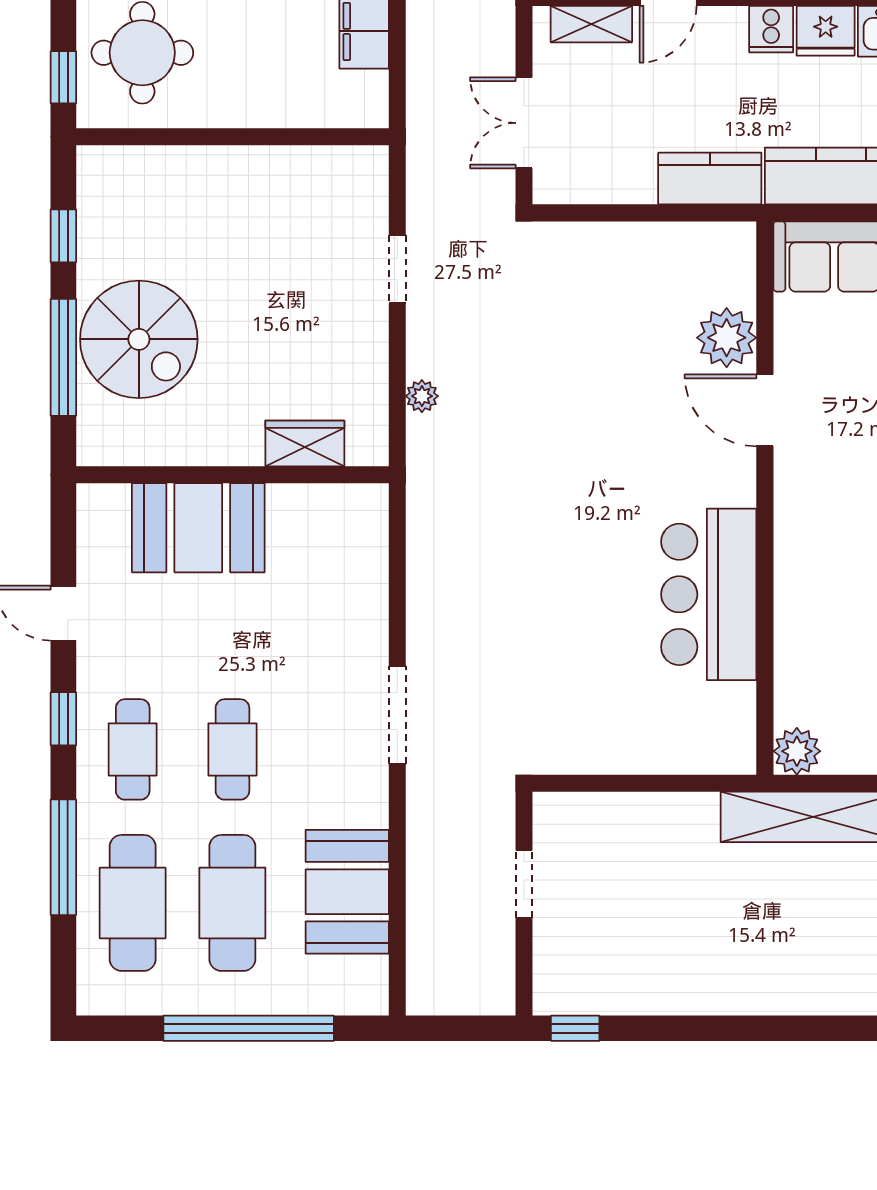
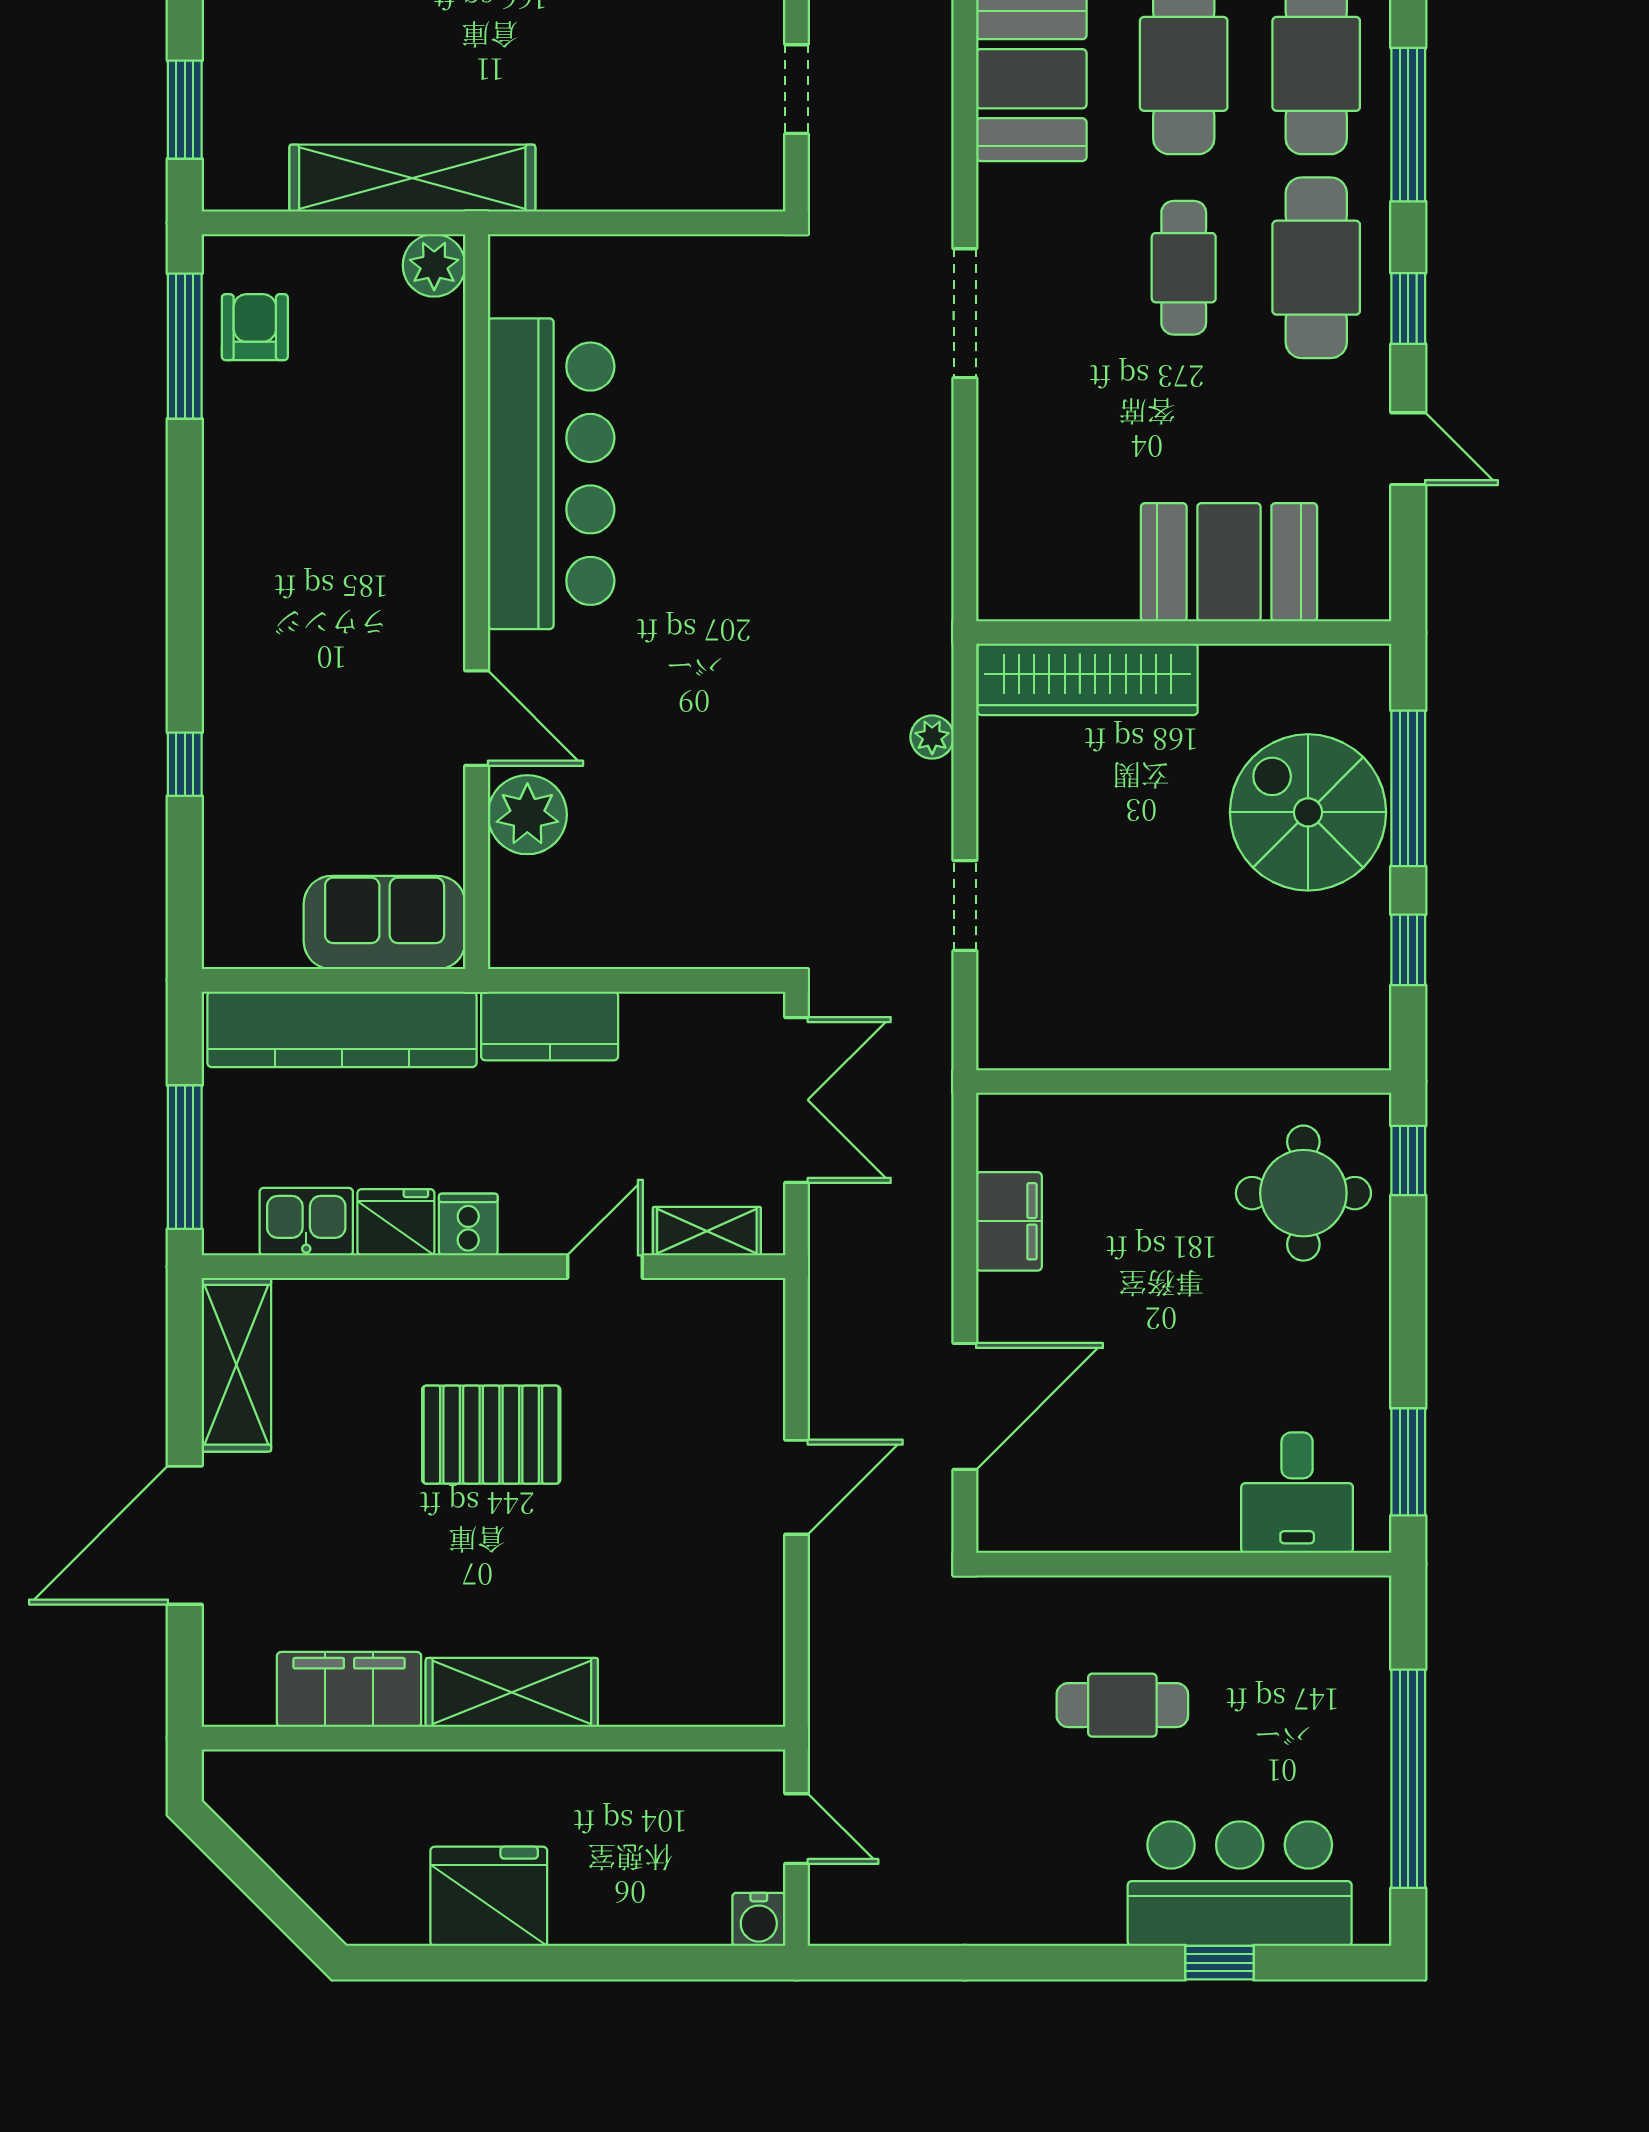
double door: (524, 123) -> (796, 1100), width x1.37
wardrobe: (305, 443) -> (1088, 679), width x2.10, depth x1.17
bar counter: (709, 594) -> (551, 474), width x1.36
cafe table: (133, 749) -> (1316, 268), width x1.37, depth x1.35

